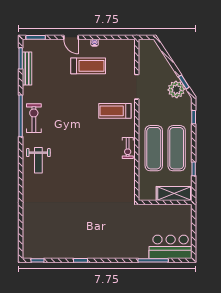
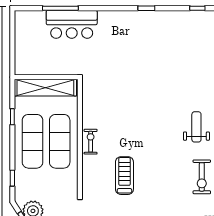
treadmill: (115, 111) -> (124, 176), moved, turned -90
shelving: (174, 194) -> (45, 88), width x1.47
bar counter: (171, 247) -> (72, 24), moved

